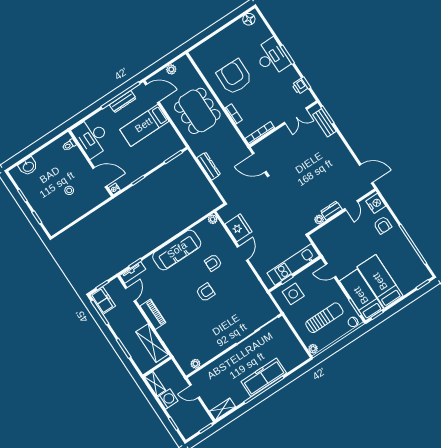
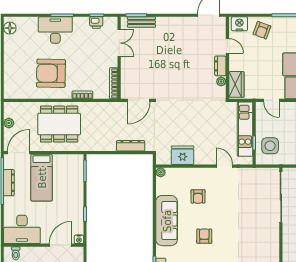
dresser: (209, 166) -> (131, 146), moved
armchair: (383, 225) -> (262, 30), turned 110
wardrobe: (325, 233) -> (236, 84), added
door: (243, 253) -> (224, 166), moved
door: (331, 271) -> (271, 100), hinge flipped
armchair: (205, 292) -> (204, 236), moved

